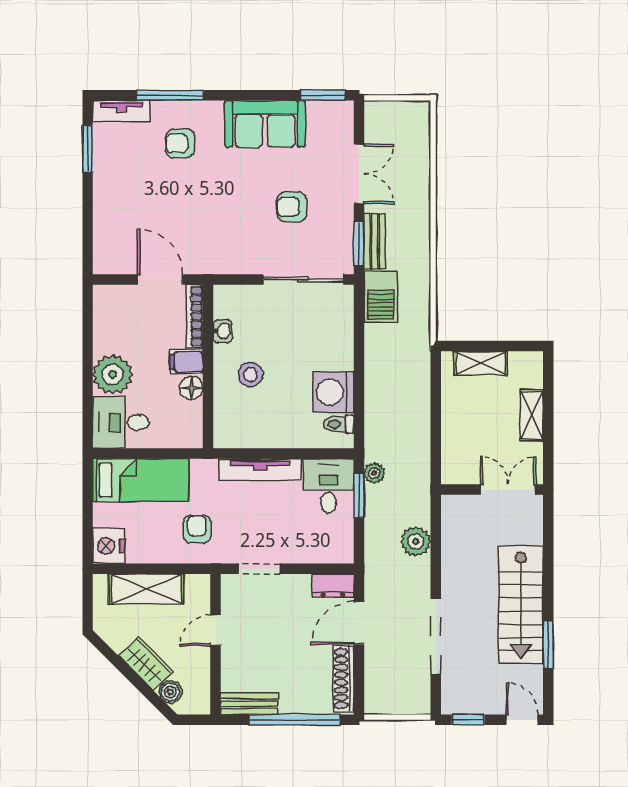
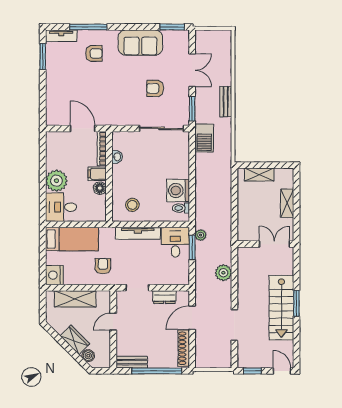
armchair: (180, 143) -> (94, 53), turned 180
bench: (375, 241) -> (226, 102), moved
stool: (250, 375) -> (132, 205), moved
dresser: (333, 586) -> (165, 297), moved
doorway: (436, 636) -> (234, 325), width x0.73
window: (548, 645) -> (296, 303), moved

